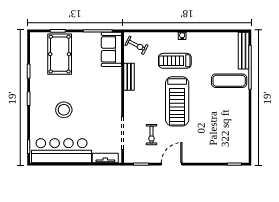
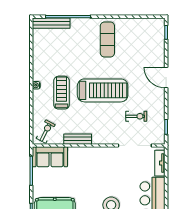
treadmill: (175, 61) -> (62, 93), turned 180
exercise mat: (229, 81) -> (107, 39), moved
door: (172, 164) -> (166, 77), moved

